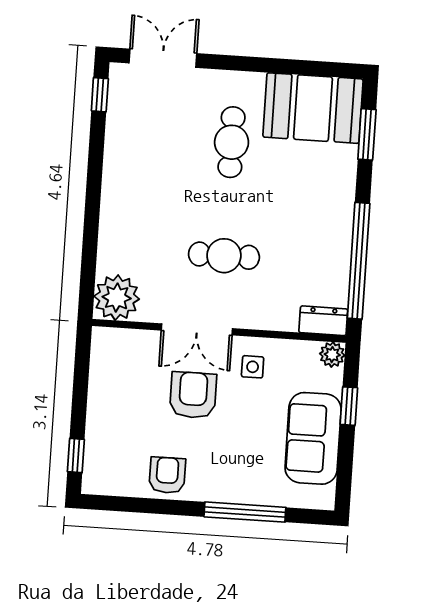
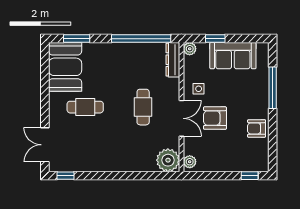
dresser: (323, 321) -> (173, 60), width x1.44
plant: (111, 340) -> (190, 162), added

